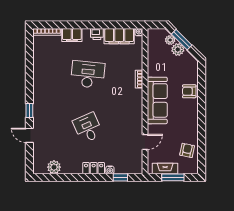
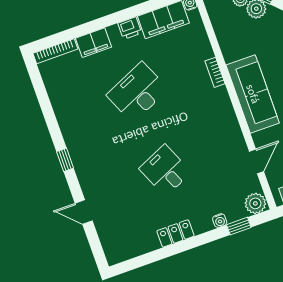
desk: (88, 74) -> (137, 92), turned -30
window: (29, 111) -> (65, 160), moved
plant: (54, 167) -> (255, 203), moved
locker: (94, 168) -> (175, 233), moved

